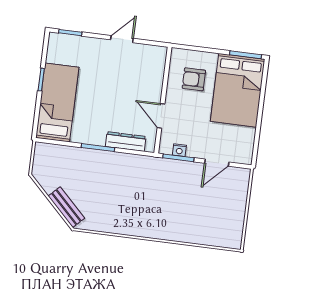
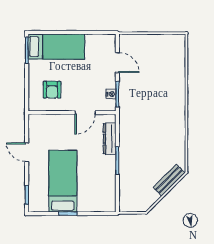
bed: (238, 90) -> (56, 47), width x0.67
bed: (57, 102) -> (63, 181), moved, turned 90

